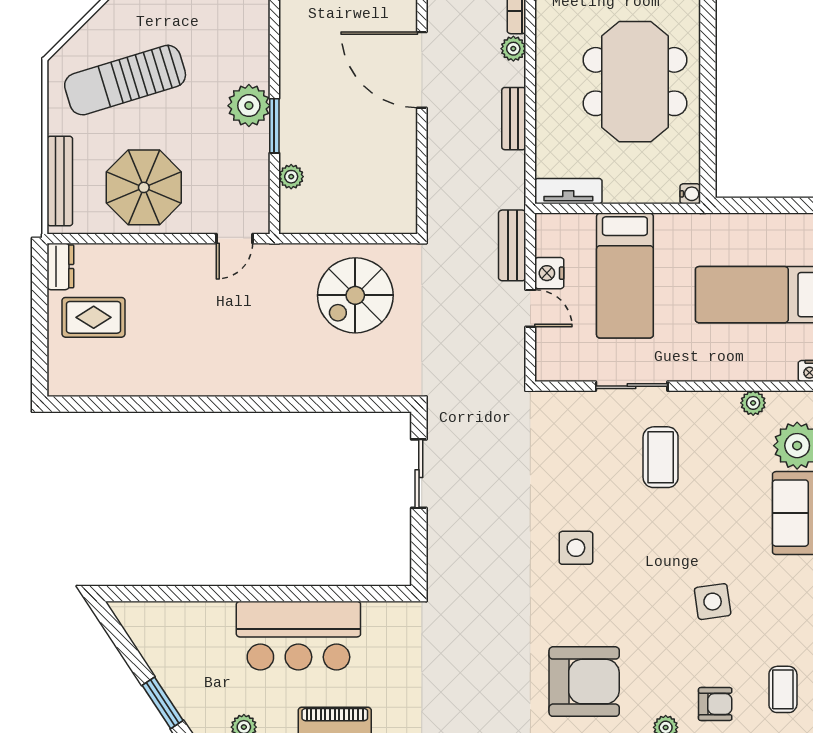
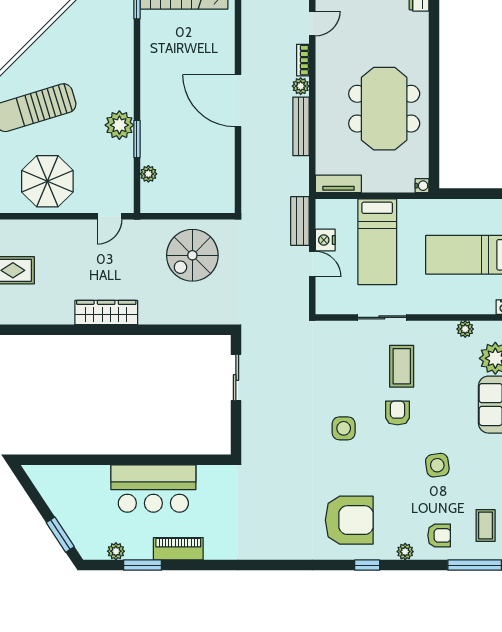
bench: (514, 119) -> (301, 126), width x1.36
wardrobe: (230, 379) -> (106, 313), added
armchair: (654, 525) -> (397, 413), added

